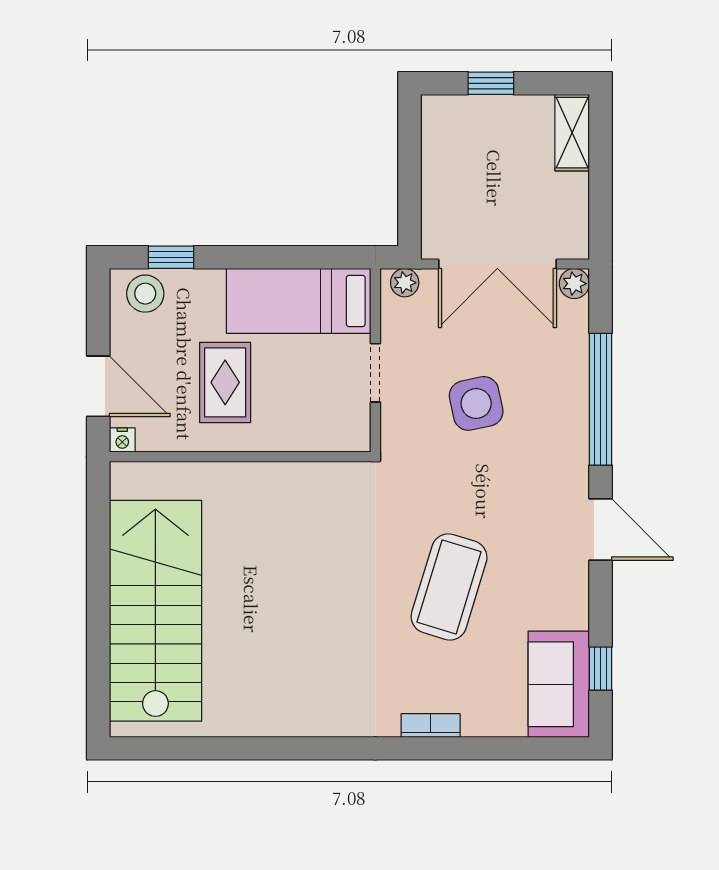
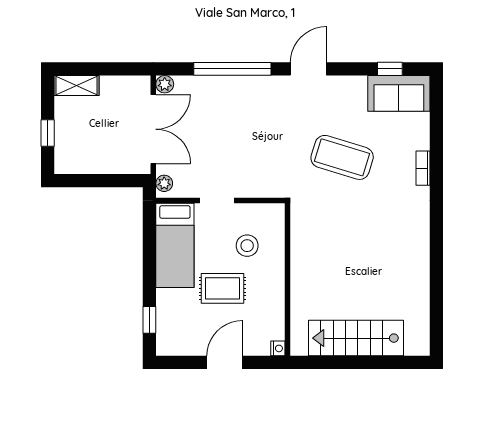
stool: (145, 294) -> (247, 246), moved
side table: (476, 403) -> (235, 142), removed
nightstand: (122, 440) -> (278, 348), moved
wall: (240, 457) -> (287, 280), moved
stairs: (155, 611) -> (356, 338), width x0.73, depth x0.66

